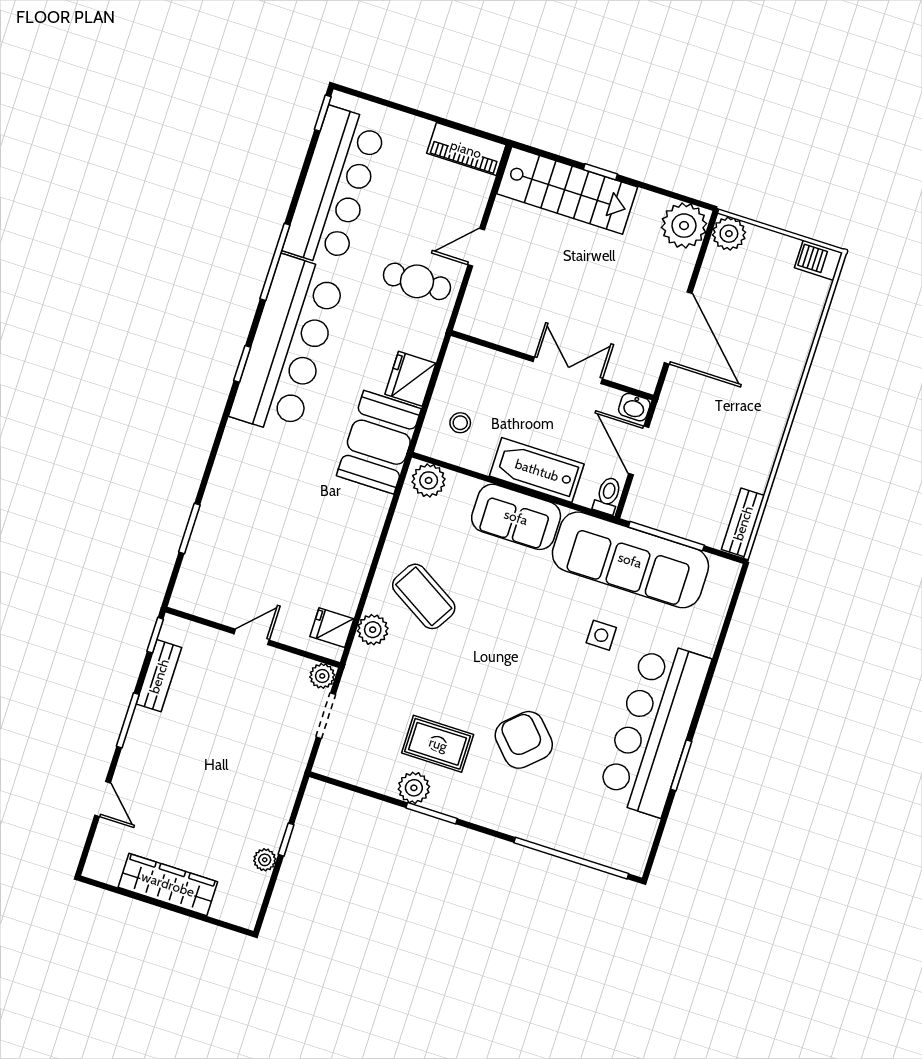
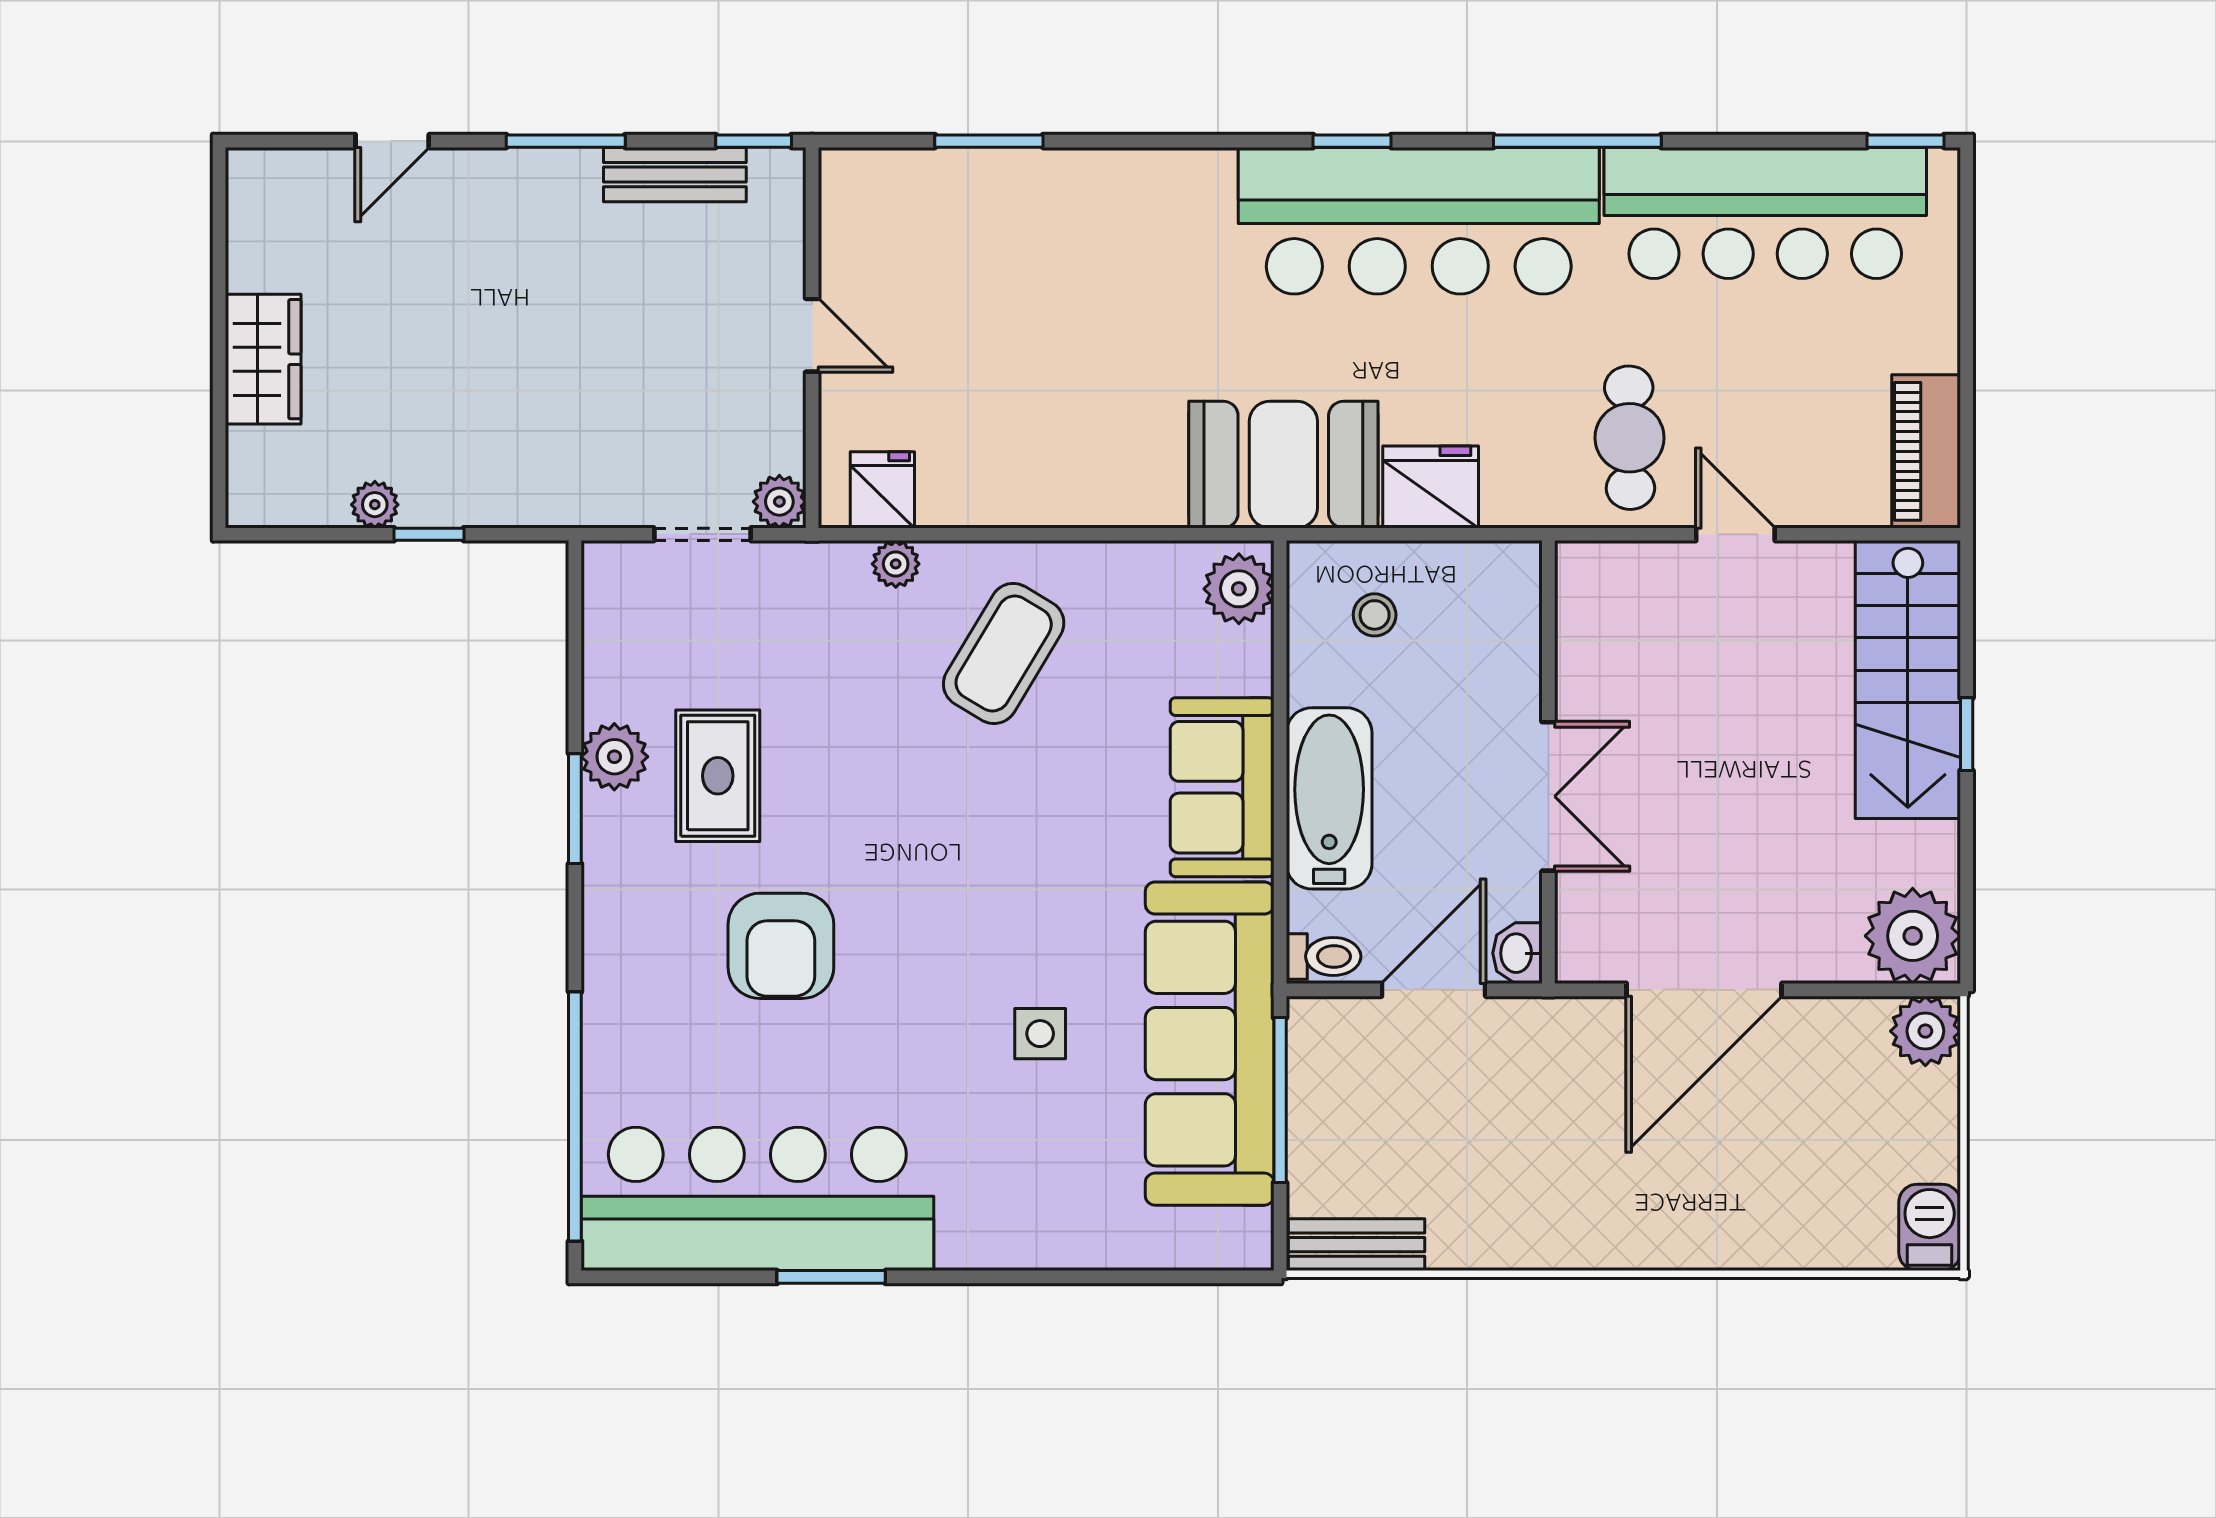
plant: (373, 630) -> (896, 564), width x0.73, depth x0.73
bar counter: (654, 728) -> (757, 1199), moved
armchair: (524, 740) -> (781, 946), turned 133
wardrobe: (168, 884) -> (263, 359), width x0.67

